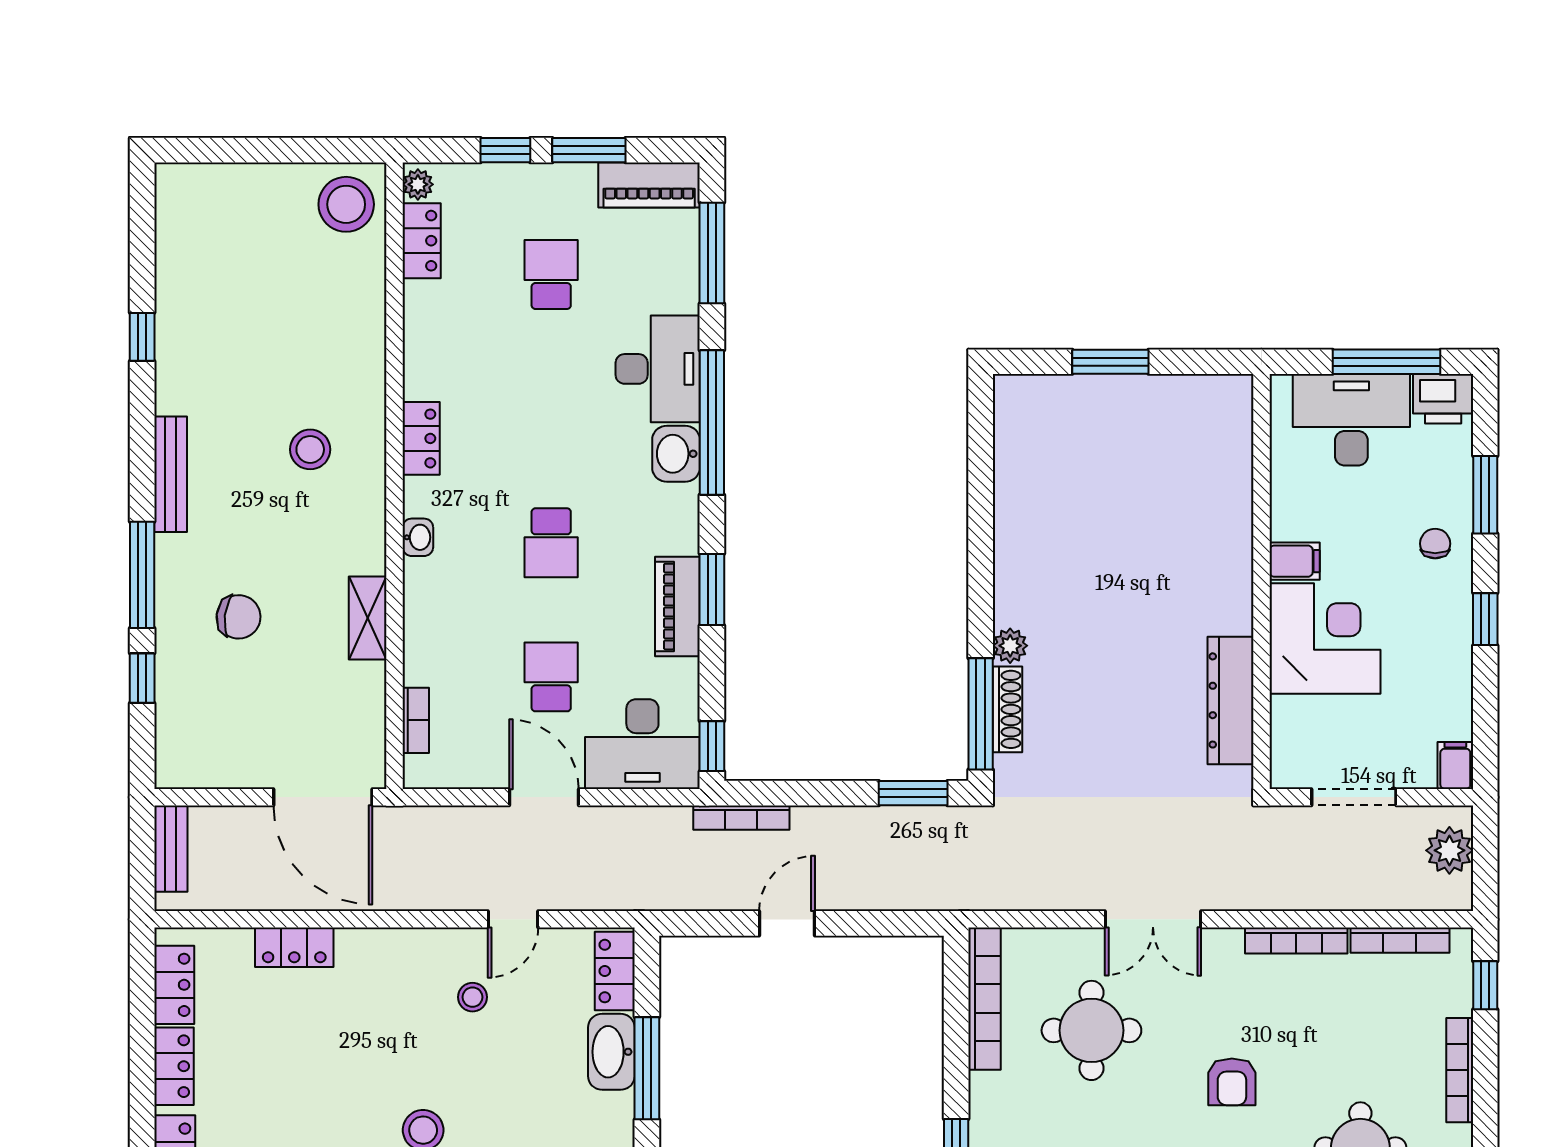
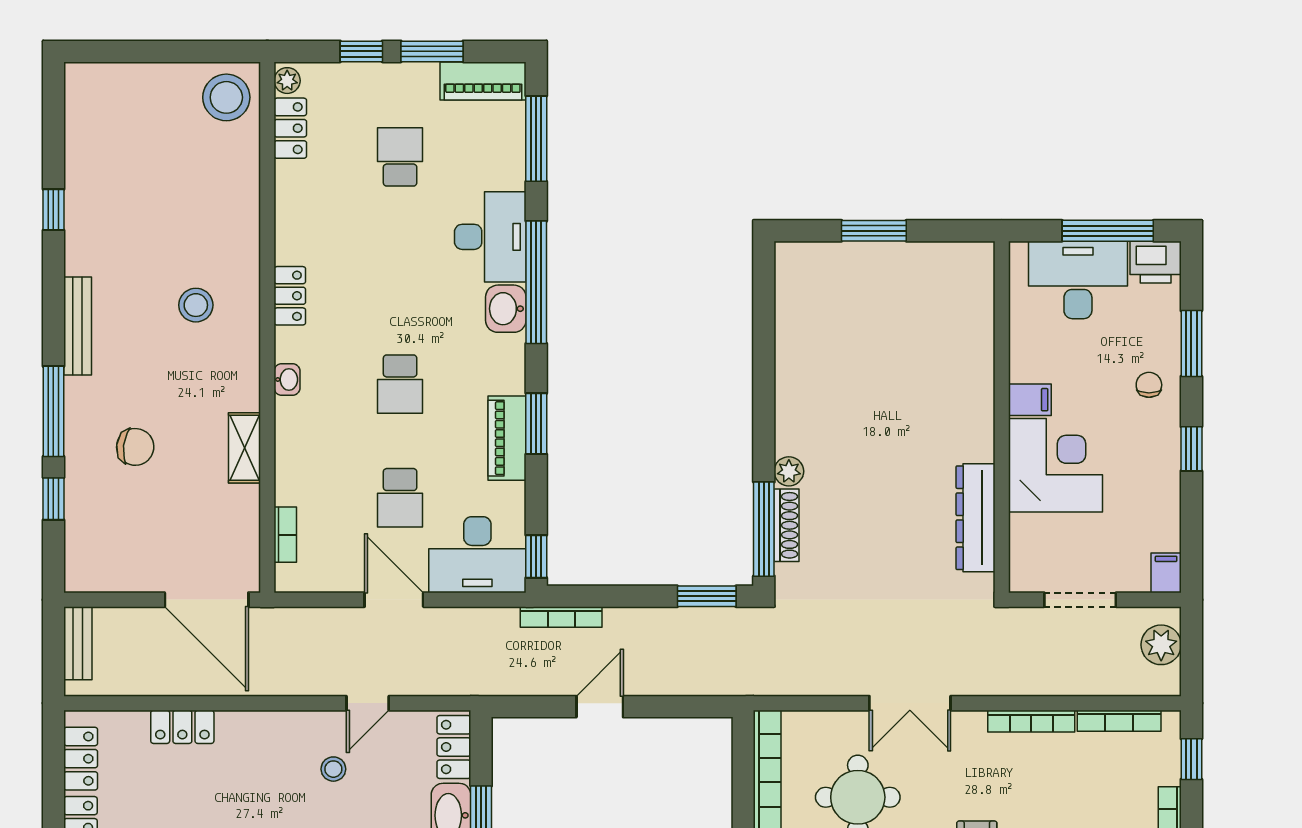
school desk: (551, 677) -> (400, 498), turned 180

